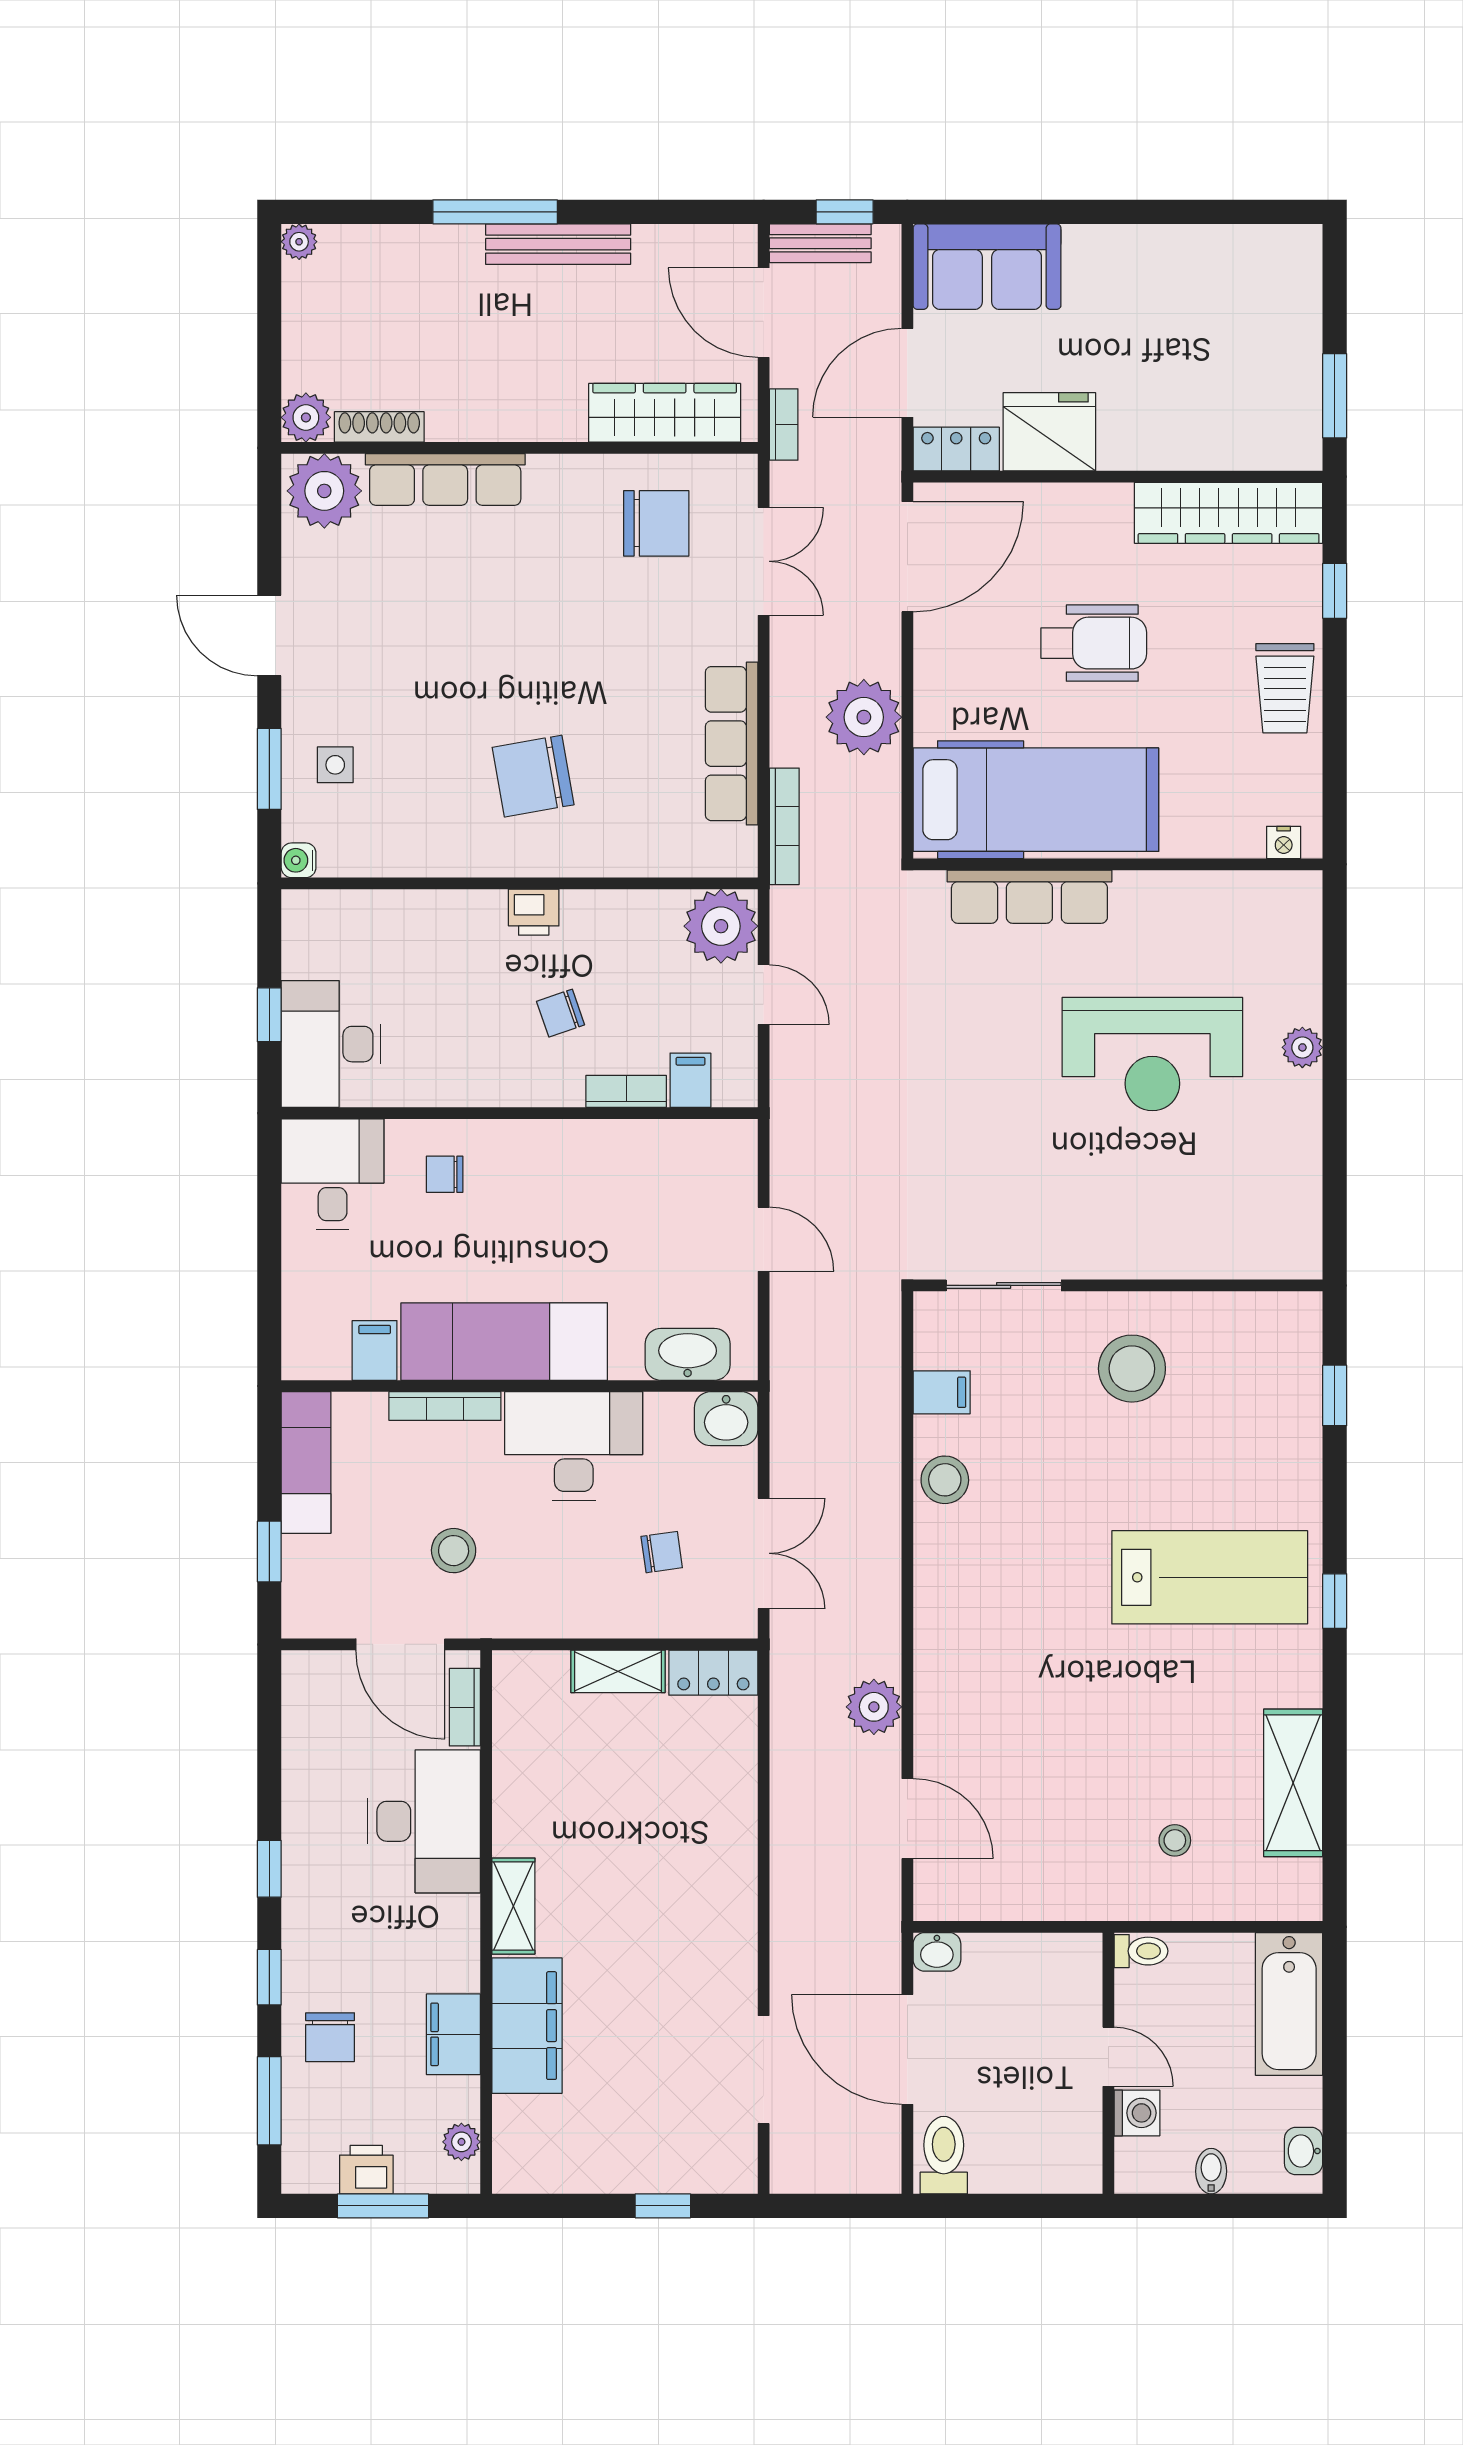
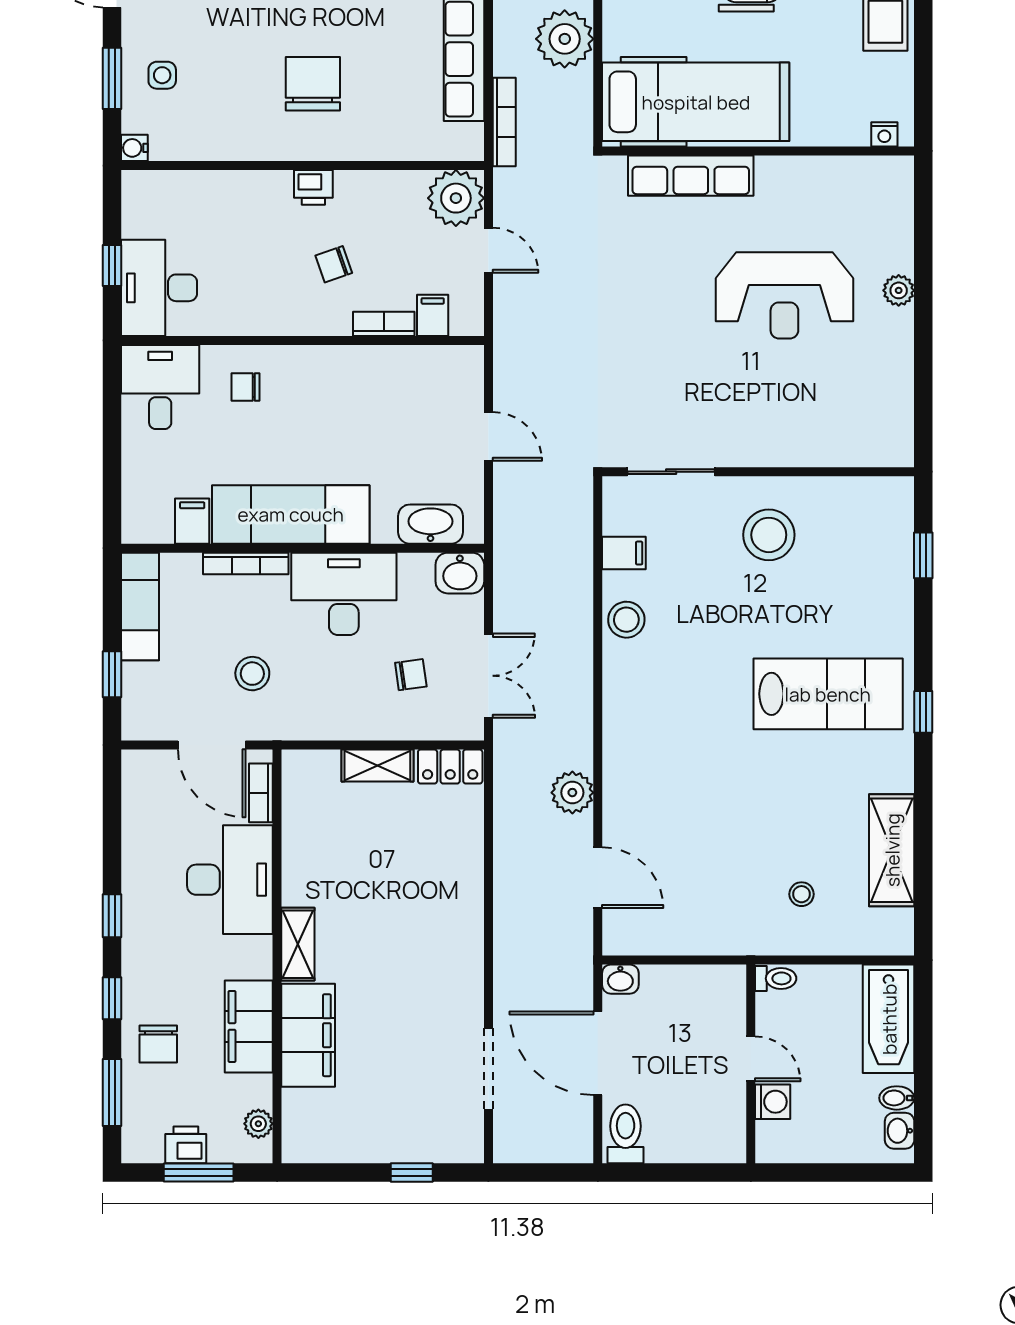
chair: (533, 776) -> (313, 84), turned 100
filing cabinet: (453, 2034) -> (249, 1026), width x1.50, depth x1.17
bidet: (1211, 2171) -> (897, 1098), moved, turned -90

